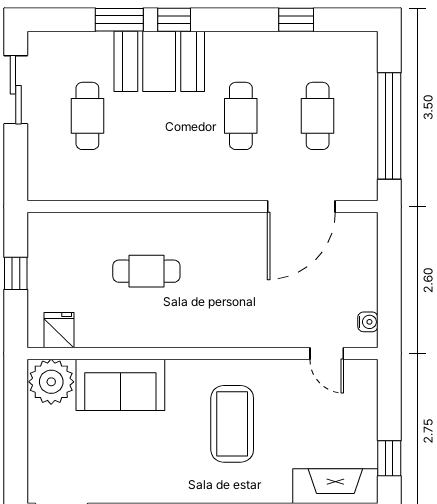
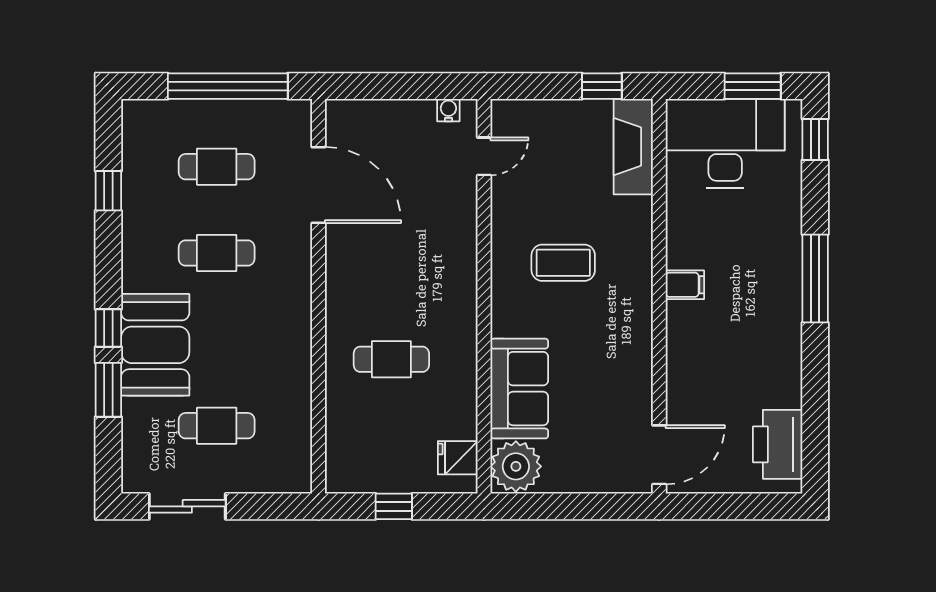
cafe table: (146, 271) -> (391, 359), turned 90
coffee table: (232, 424) -> (563, 263), width x0.73, depth x0.76

